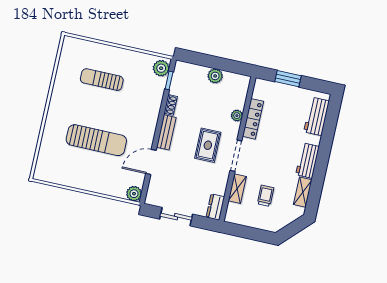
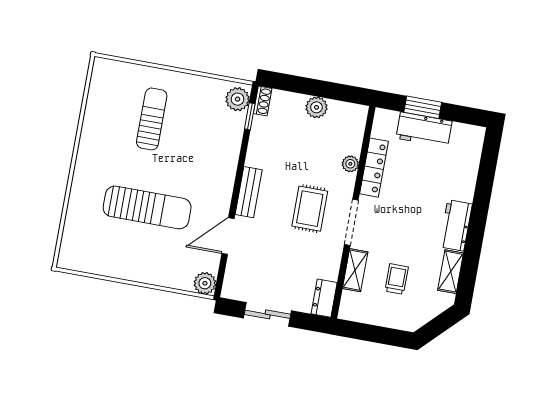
sun lounger: (102, 80) -> (152, 119), turned 90
shoe rack: (171, 105) -> (263, 101), moved
workbench: (317, 116) -> (424, 130), moved, turned -90

